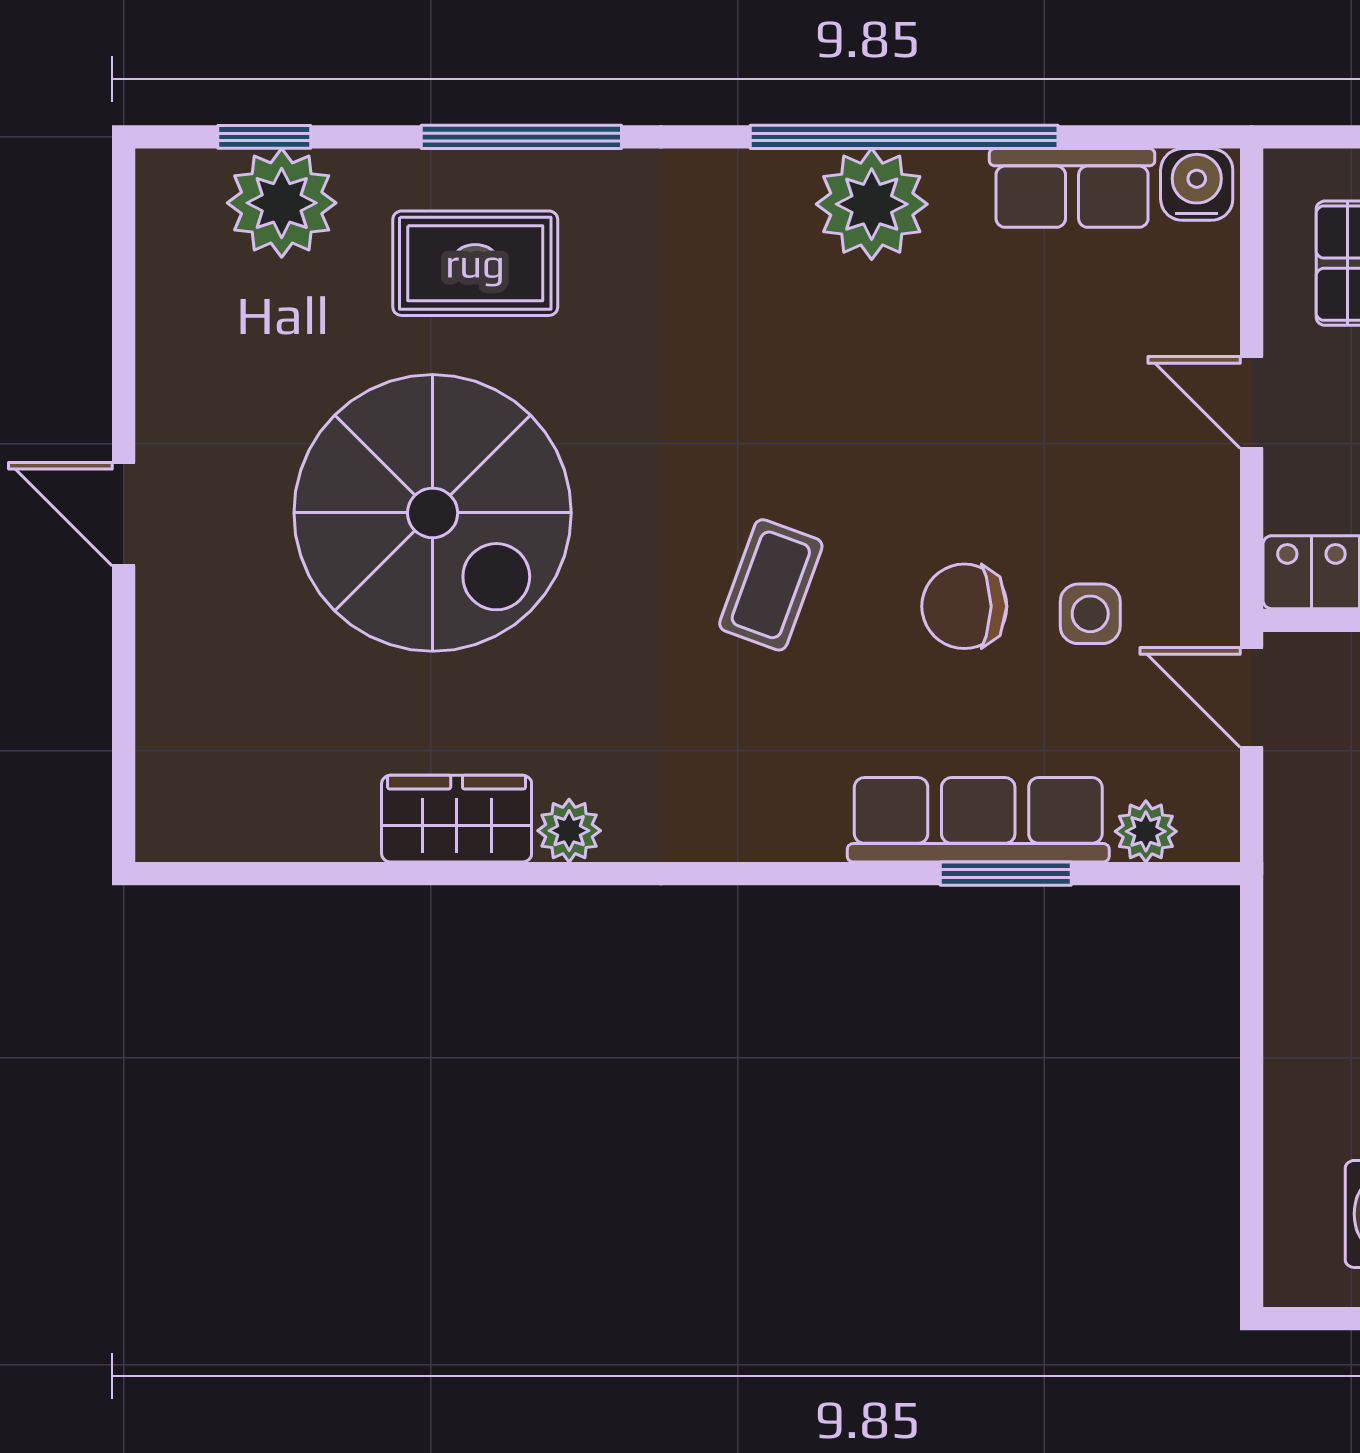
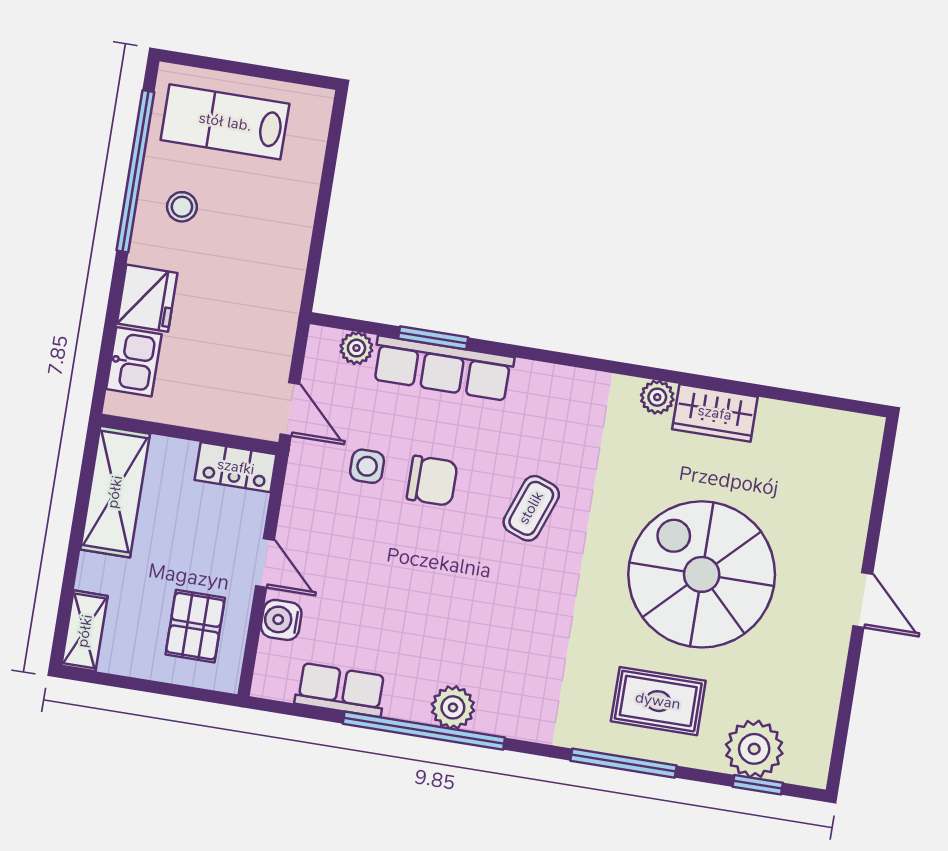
water cooler: (1197, 184) -> (281, 620), moved, turned 90
plant: (872, 204) -> (453, 707), width x0.73, depth x0.73

